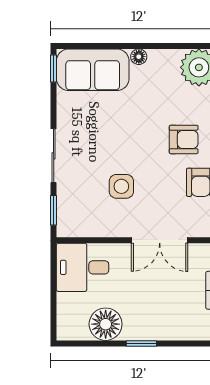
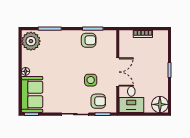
armchair: (184, 139) -> (98, 101), moved, turned 90
double door: (160, 240) -> (118, 72), moved
floor lamp: (106, 324) -> (160, 104), moved

